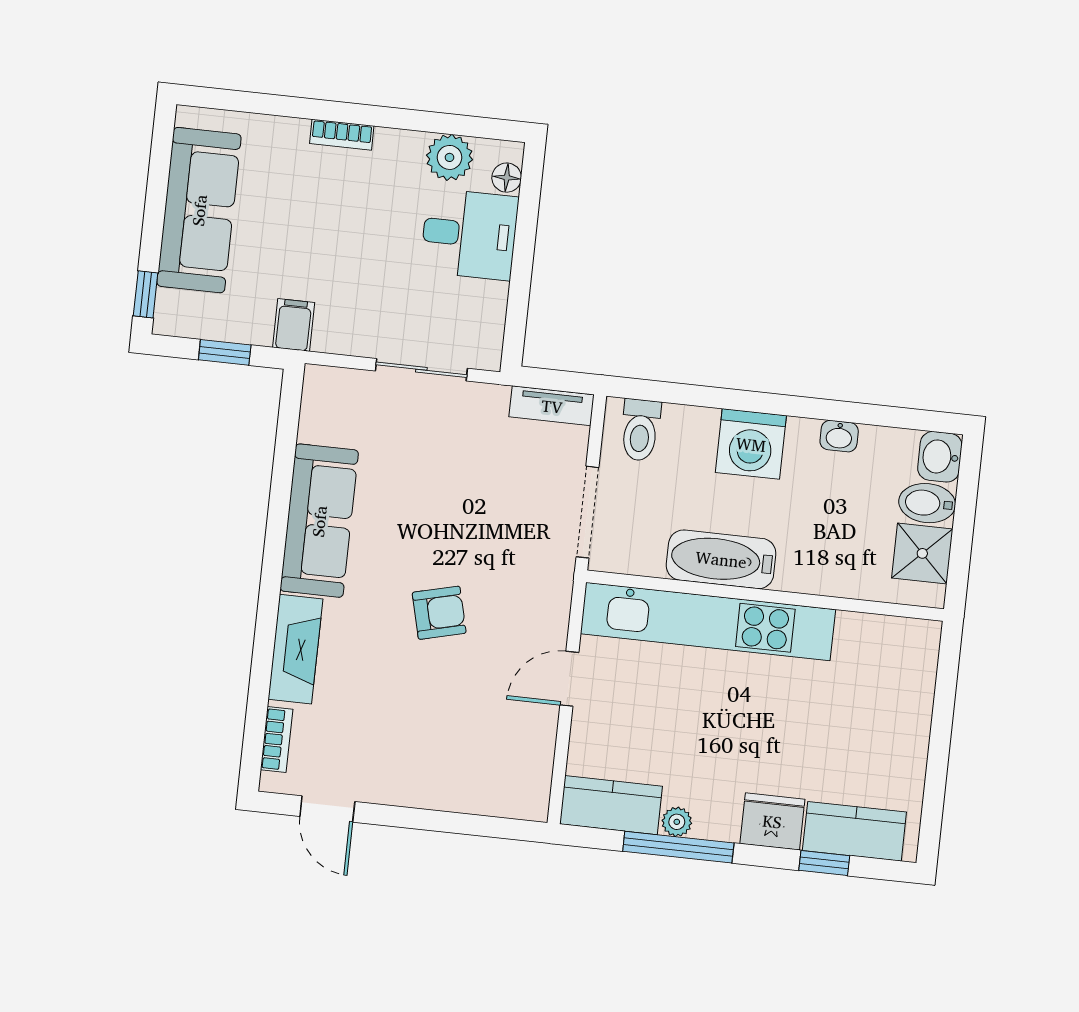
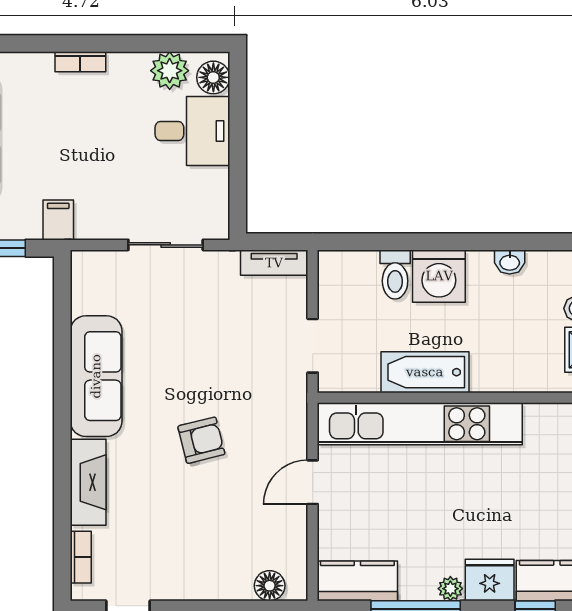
floor lamp: (507, 178) -> (213, 77), width x1.37, depth x1.37
toilet: (640, 430) -> (395, 275), moved
doorway: (587, 512) -> (313, 346), width x0.73
floor lamp: (503, 799) -> (270, 586), added
plant: (677, 822) -> (450, 589), moved

